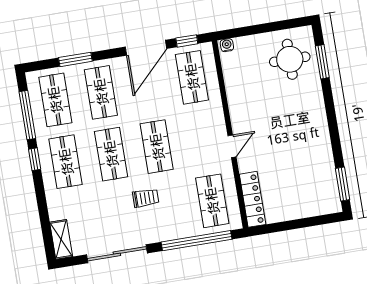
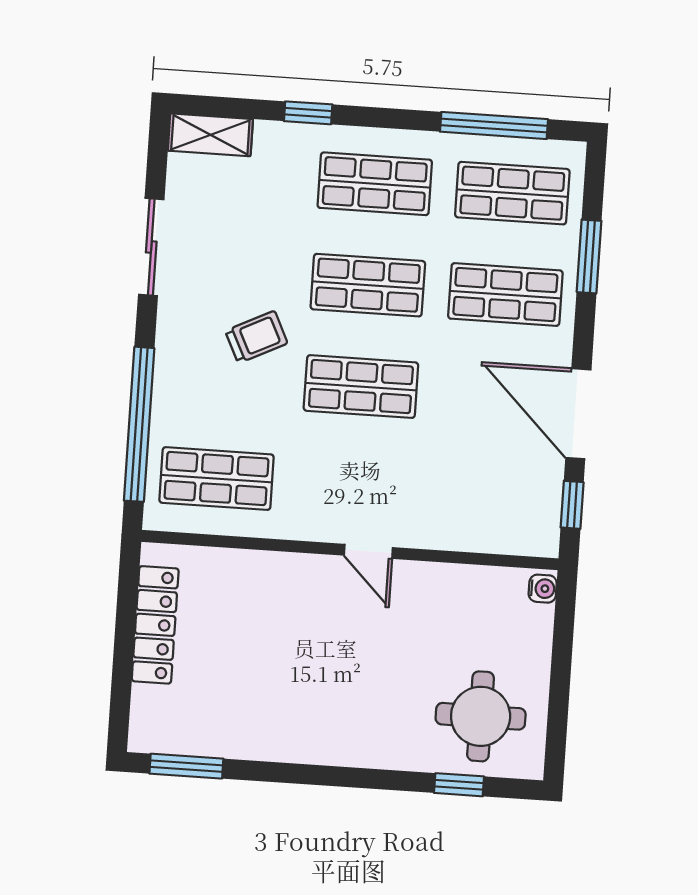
window: (322, 62) -> (459, 785), width x0.67
shop shelf: (192, 77) -> (492, 497), removed
door: (232, 146) -> (368, 551), moved
window: (35, 159) -> (308, 113), moved
trolley: (146, 198) -> (256, 337), turned -116
locker: (253, 199) -> (155, 625), moved, turned -90
sliding door: (117, 254) -> (151, 247), width x0.73

